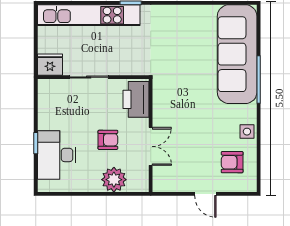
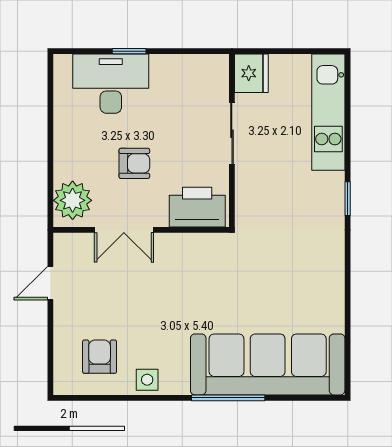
kitchen unit: (89, 15) -> (328, 112), width x0.73
armchair: (108, 140) -> (134, 163), turned -90
plant: (114, 180) -> (73, 200), moved
door: (205, 194) -> (50, 283), moved

